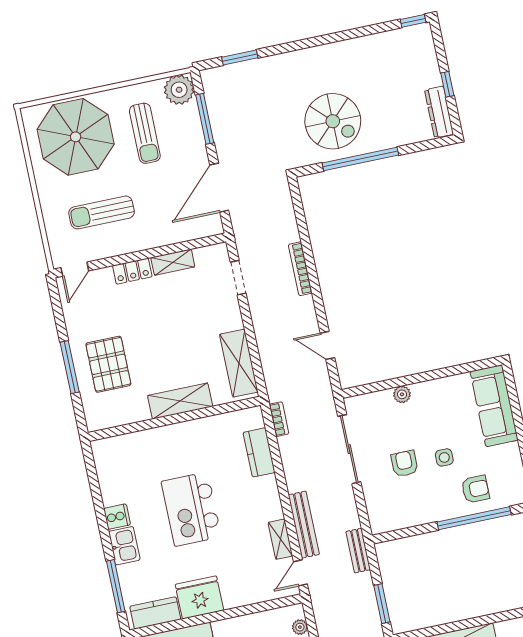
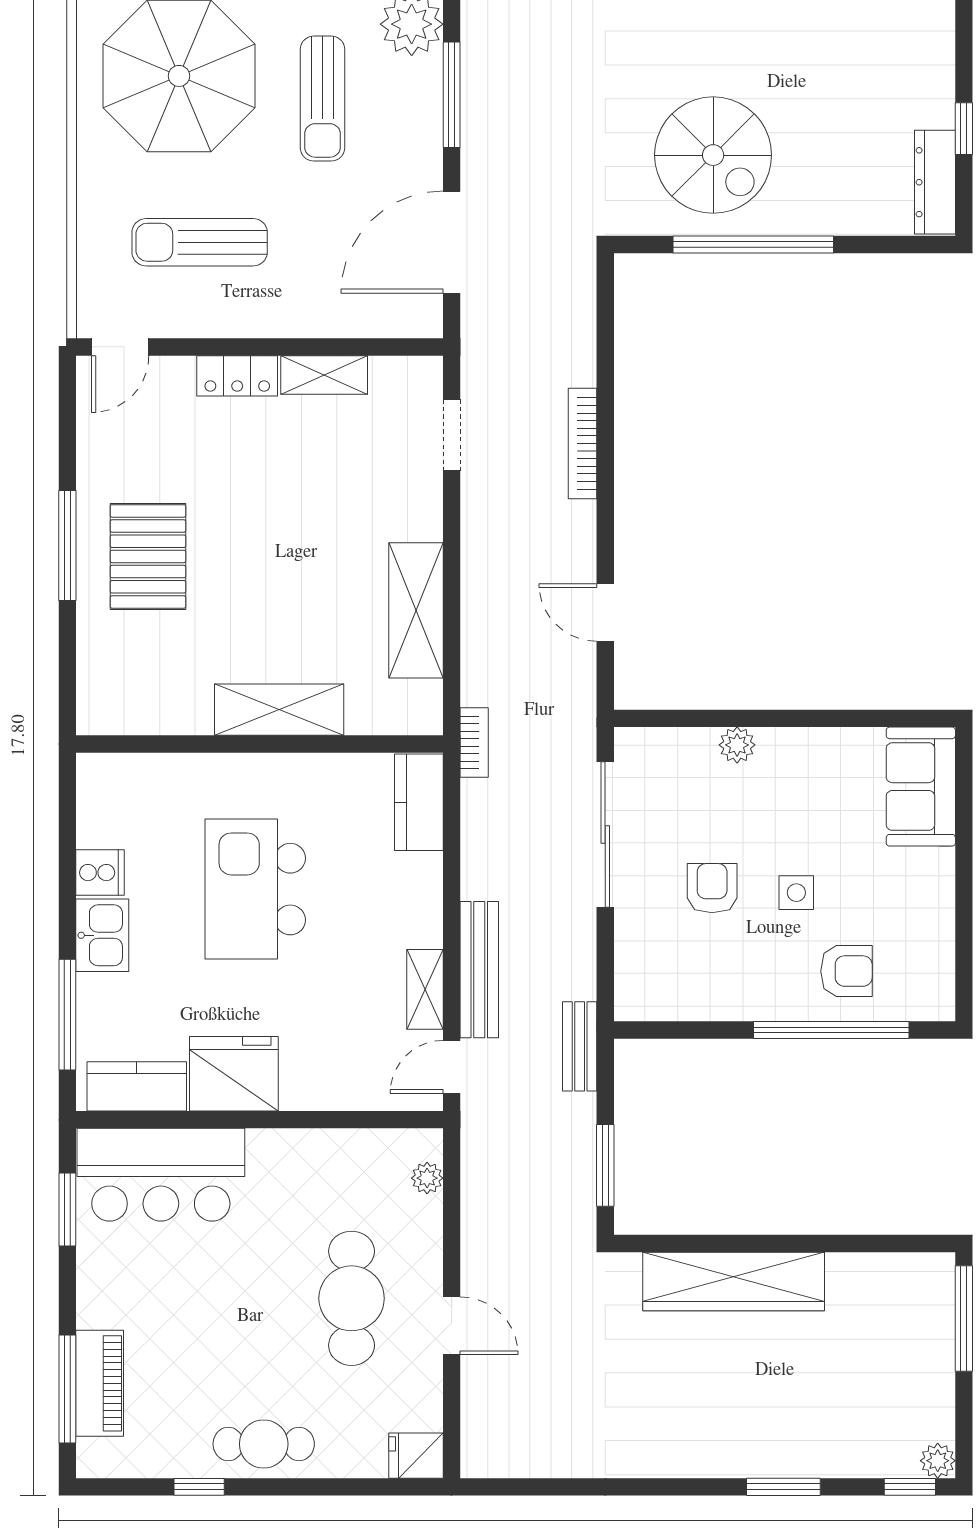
shelving: (180, 401) -> (279, 710), moved
sofa: (494, 406) -> (921, 787), width x0.73
wall: (174, 419) -> (259, 744), moved

